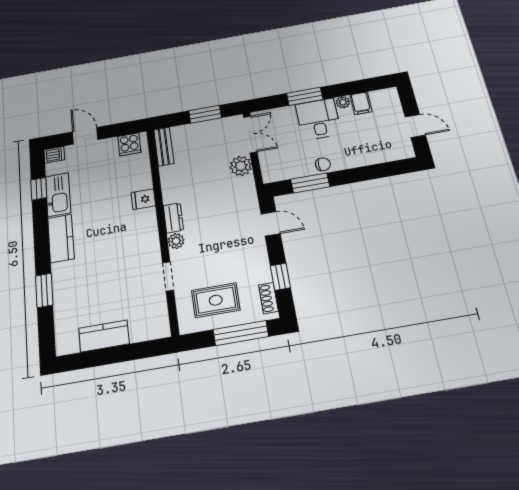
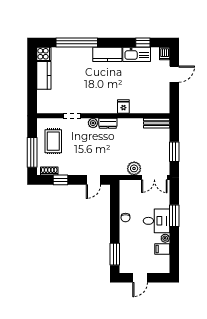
cooker: (129, 144) -> (44, 54), moved, turned 180
window: (310, 183) -> (115, 254), moved
window: (44, 290) -> (77, 42), width x2.11

